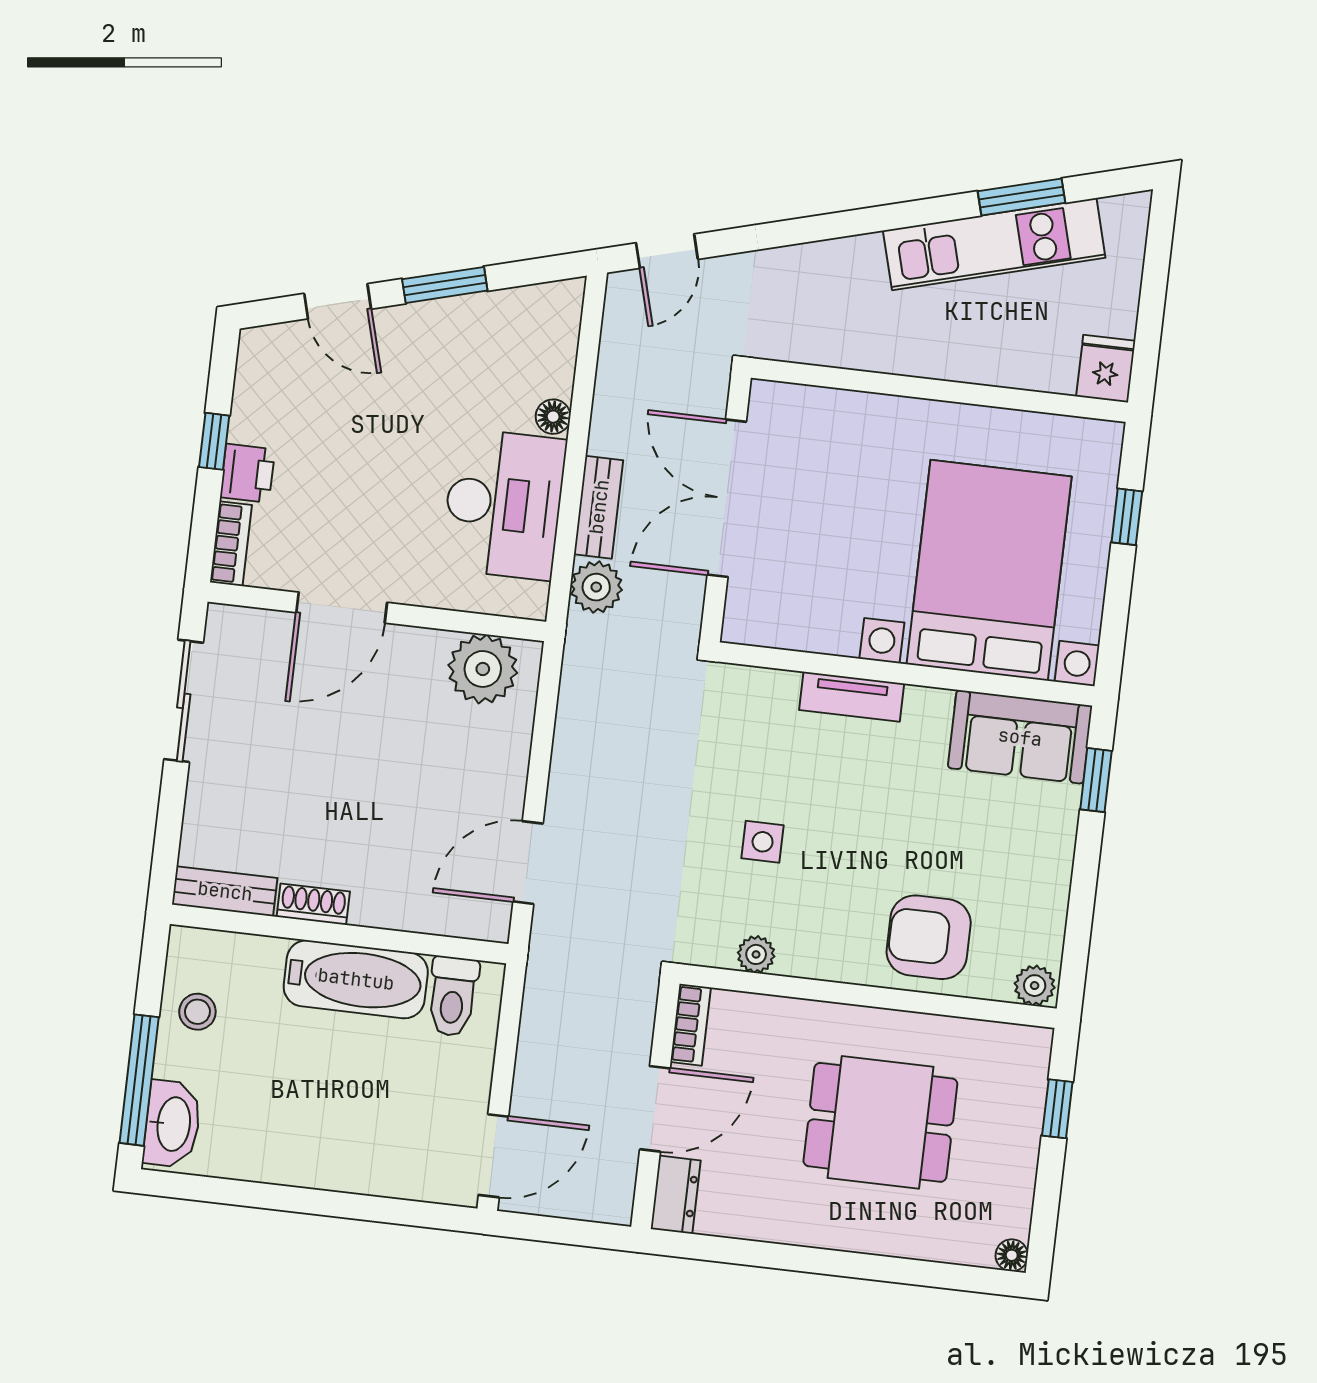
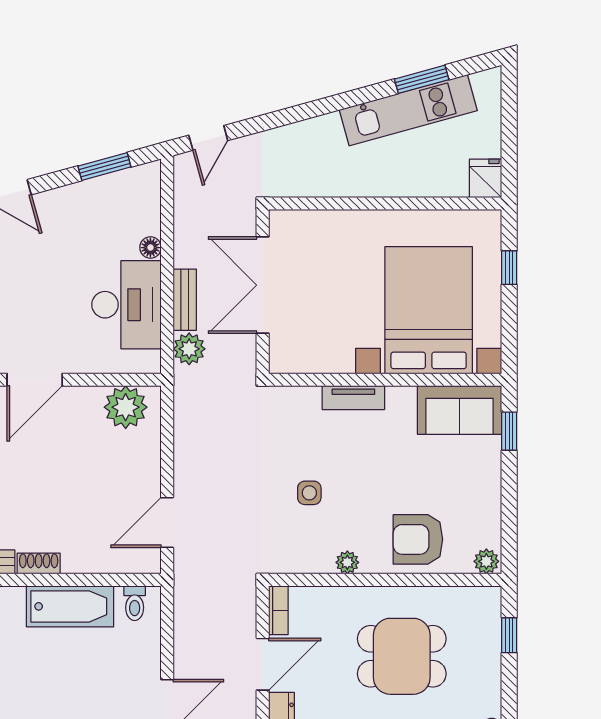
window: (445, 285) -> (104, 166), moved
plant: (756, 954) -> (347, 562), moved
toilet: (453, 996) -> (135, 603), width x0.73, depth x0.72

